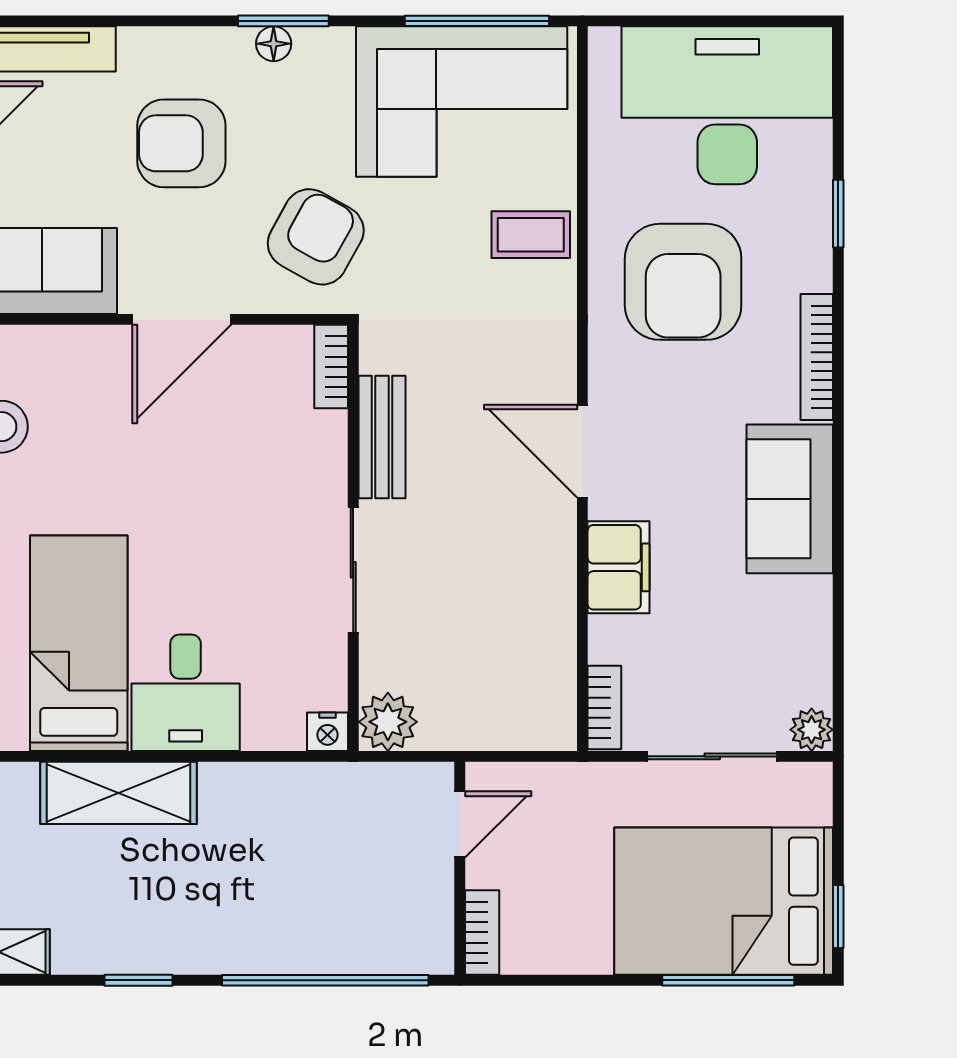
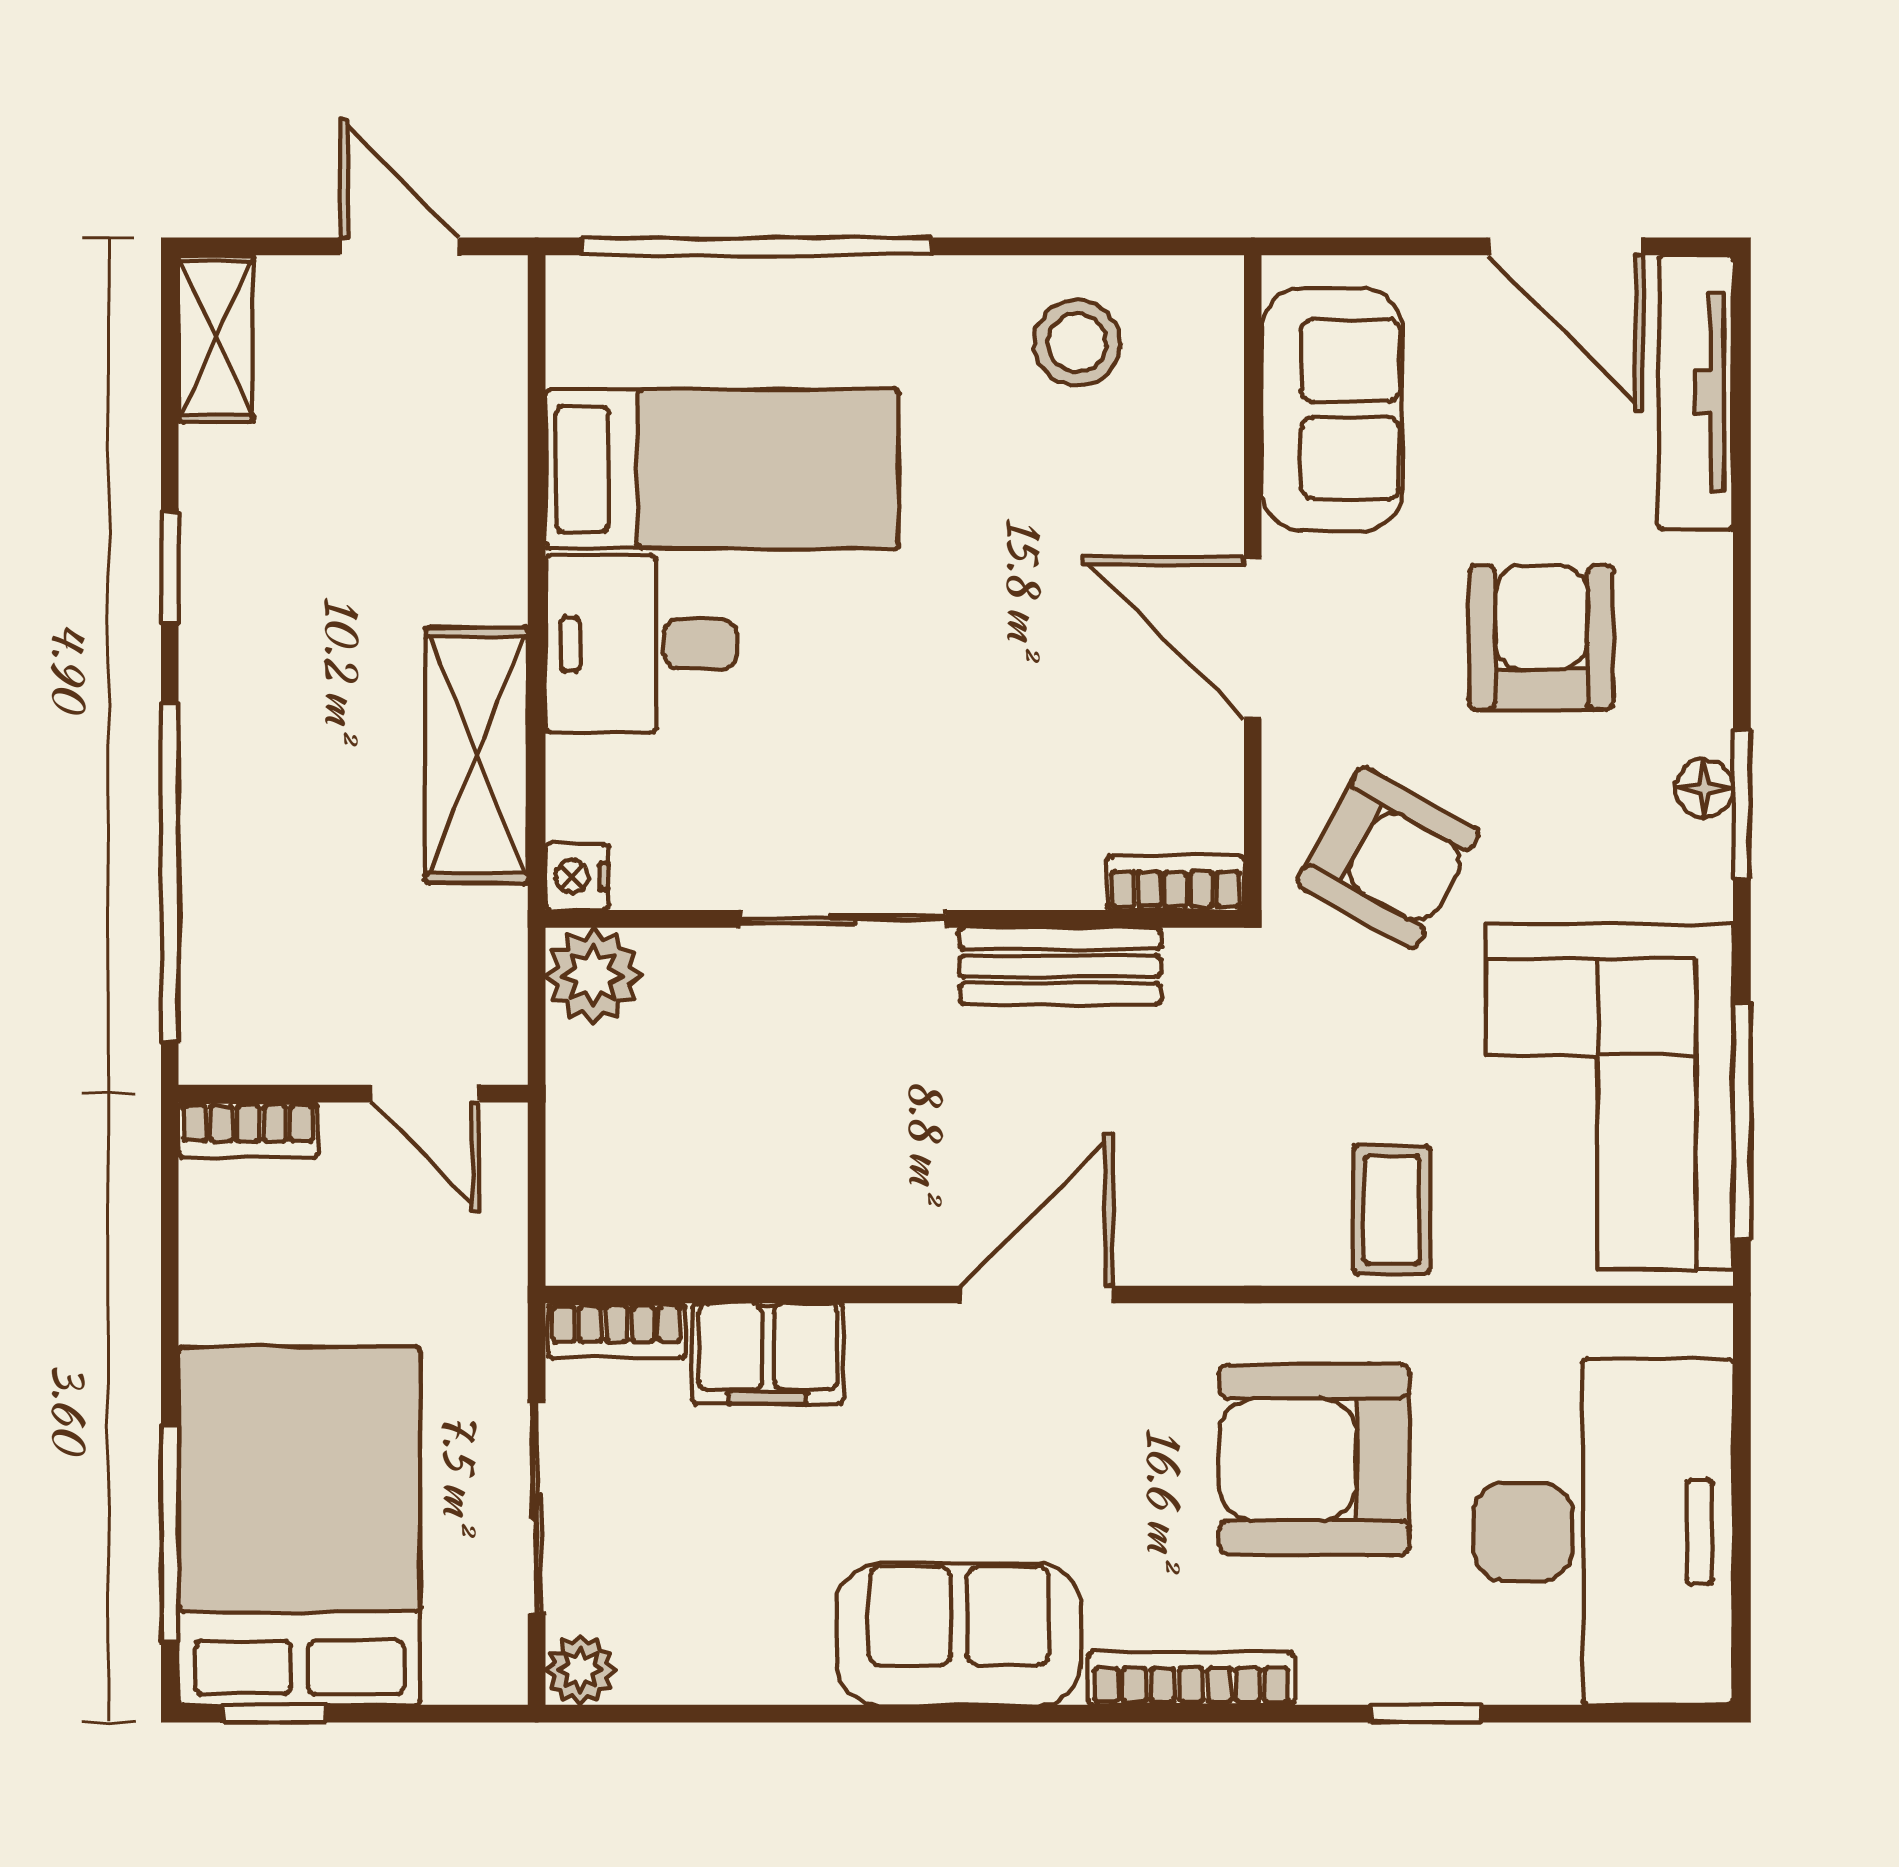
filing cabinet: (618, 567) -> (768, 1354), moved
shelving: (119, 793) -> (477, 755), moved

